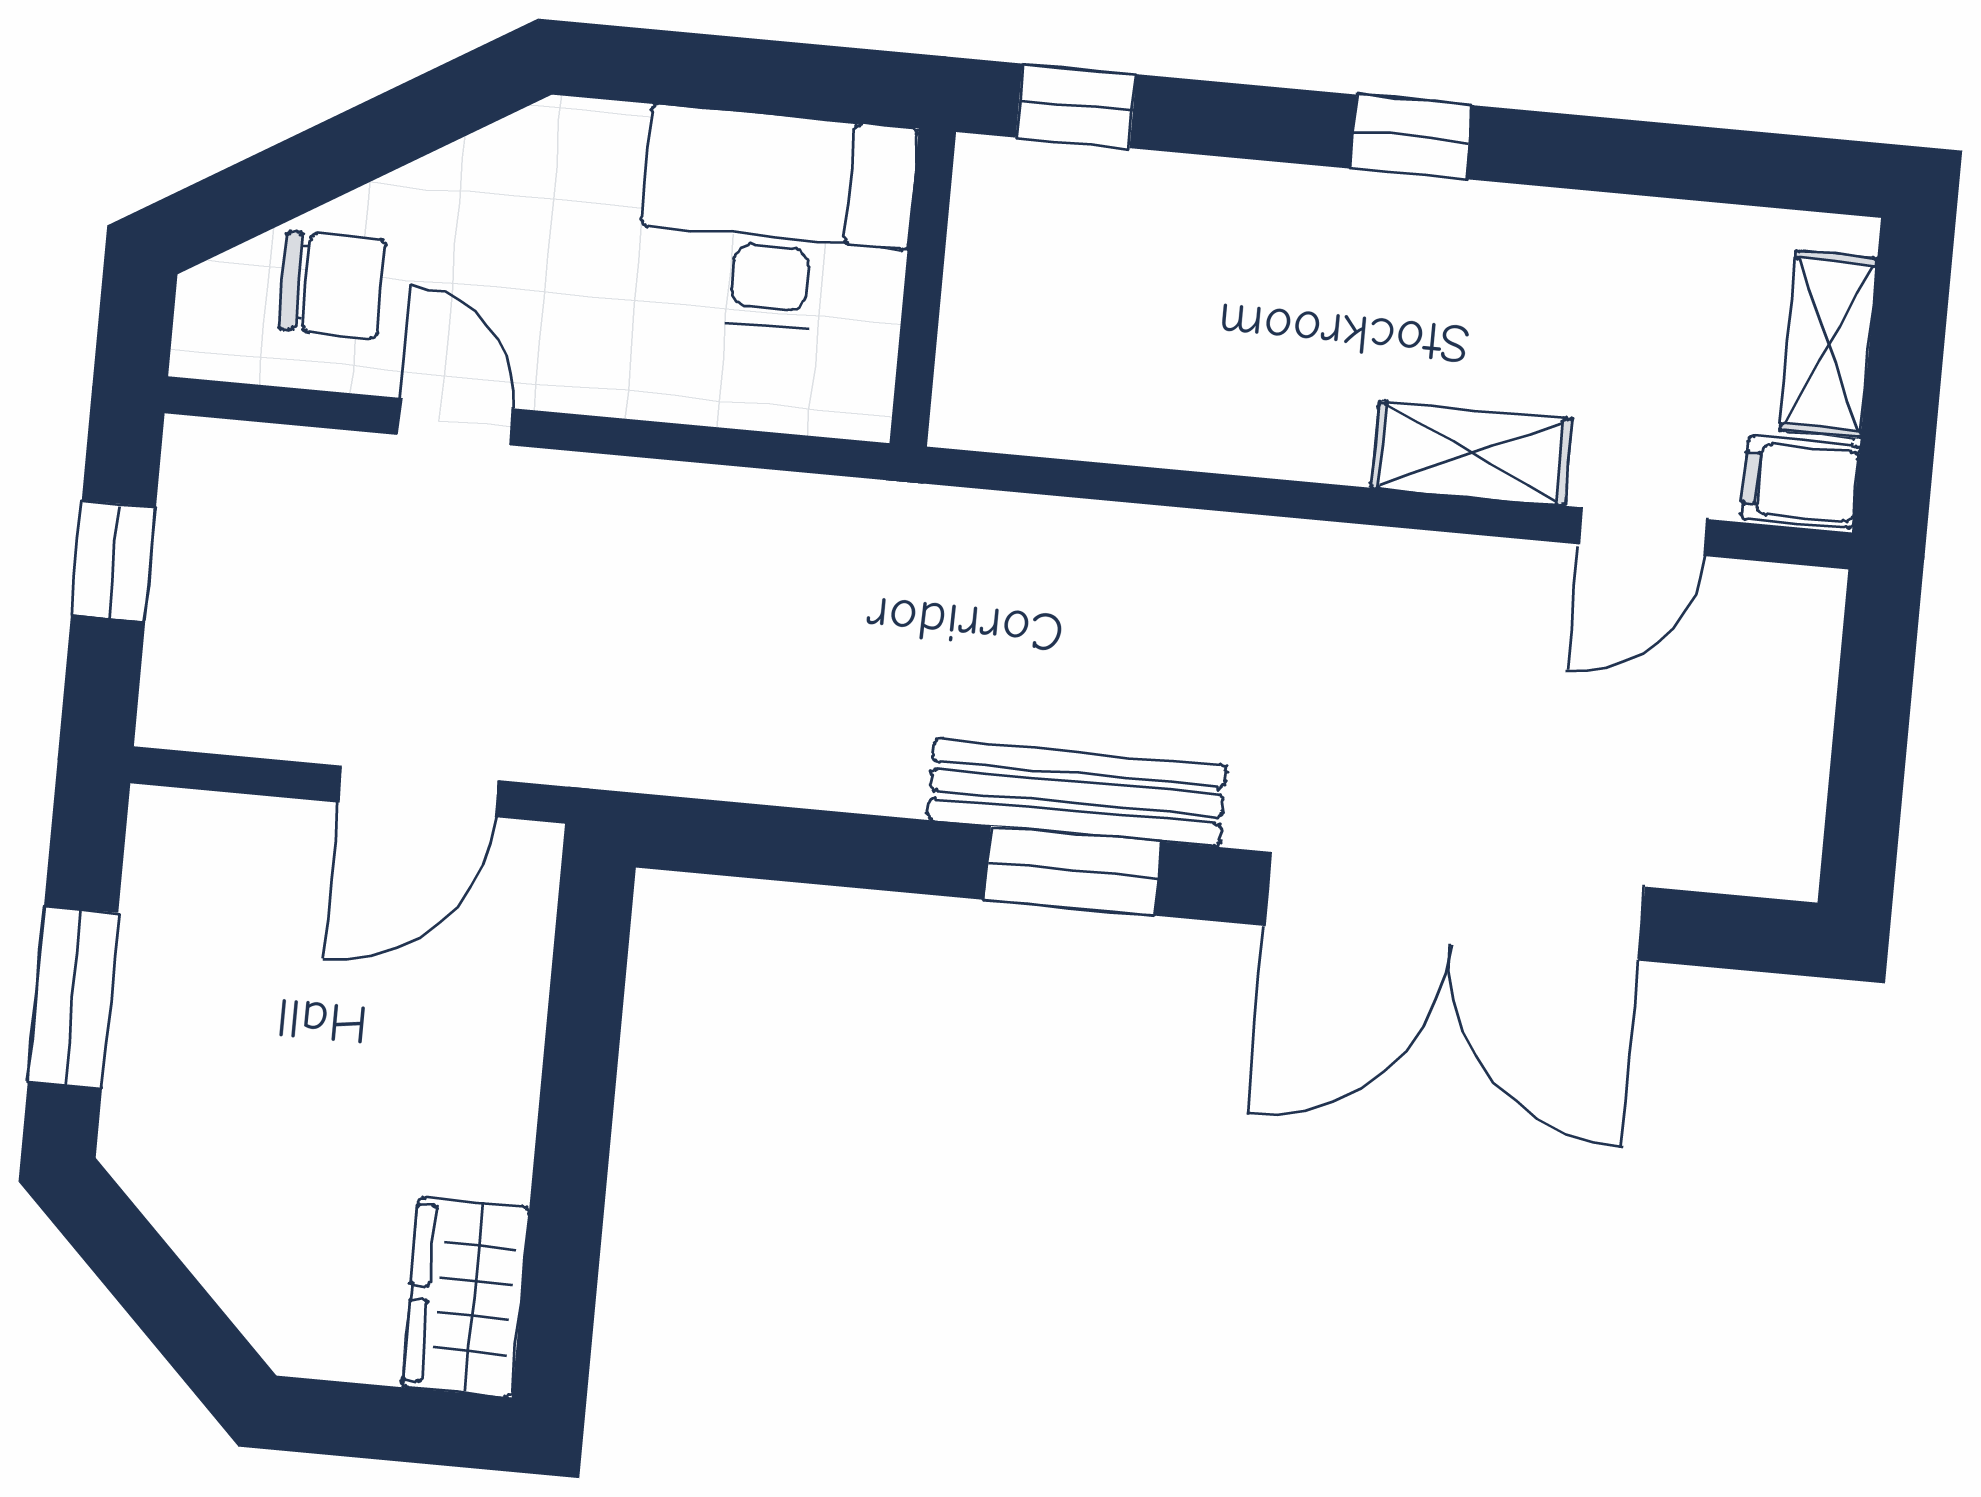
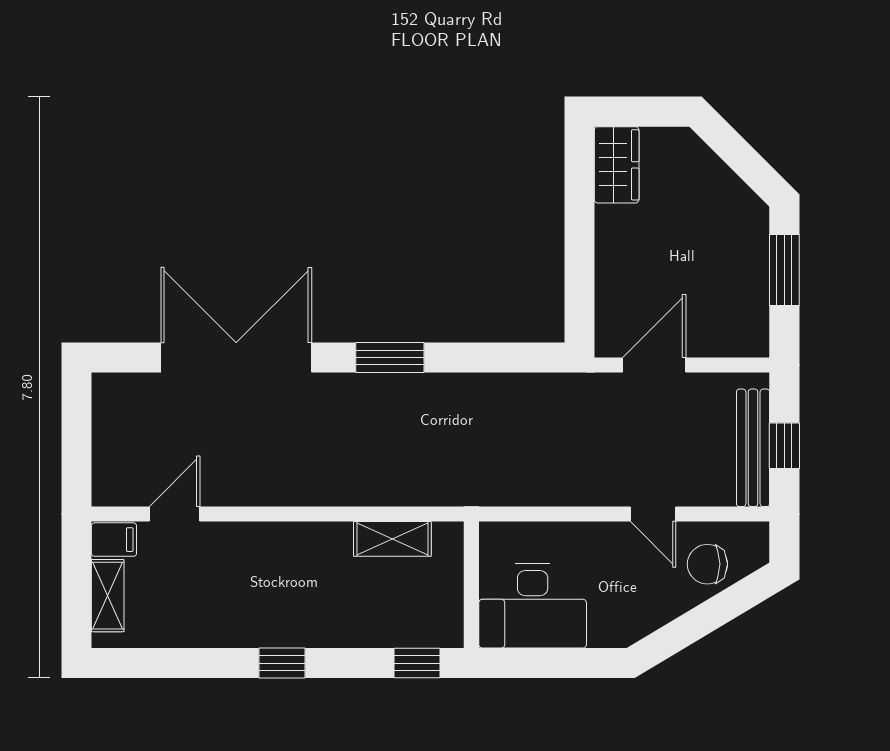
shelving: (1472, 453) -> (392, 539), moved
bench: (1077, 793) -> (753, 448), moved, turned 90

